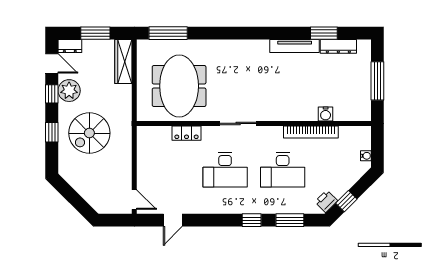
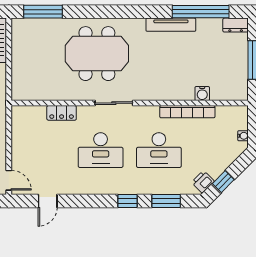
window: (324, 33) -> (201, 12), width x2.11
dresser: (338, 46) -> (236, 25), moved, width x0.70
meeting table: (179, 86) -> (97, 54), moved, turned 90

